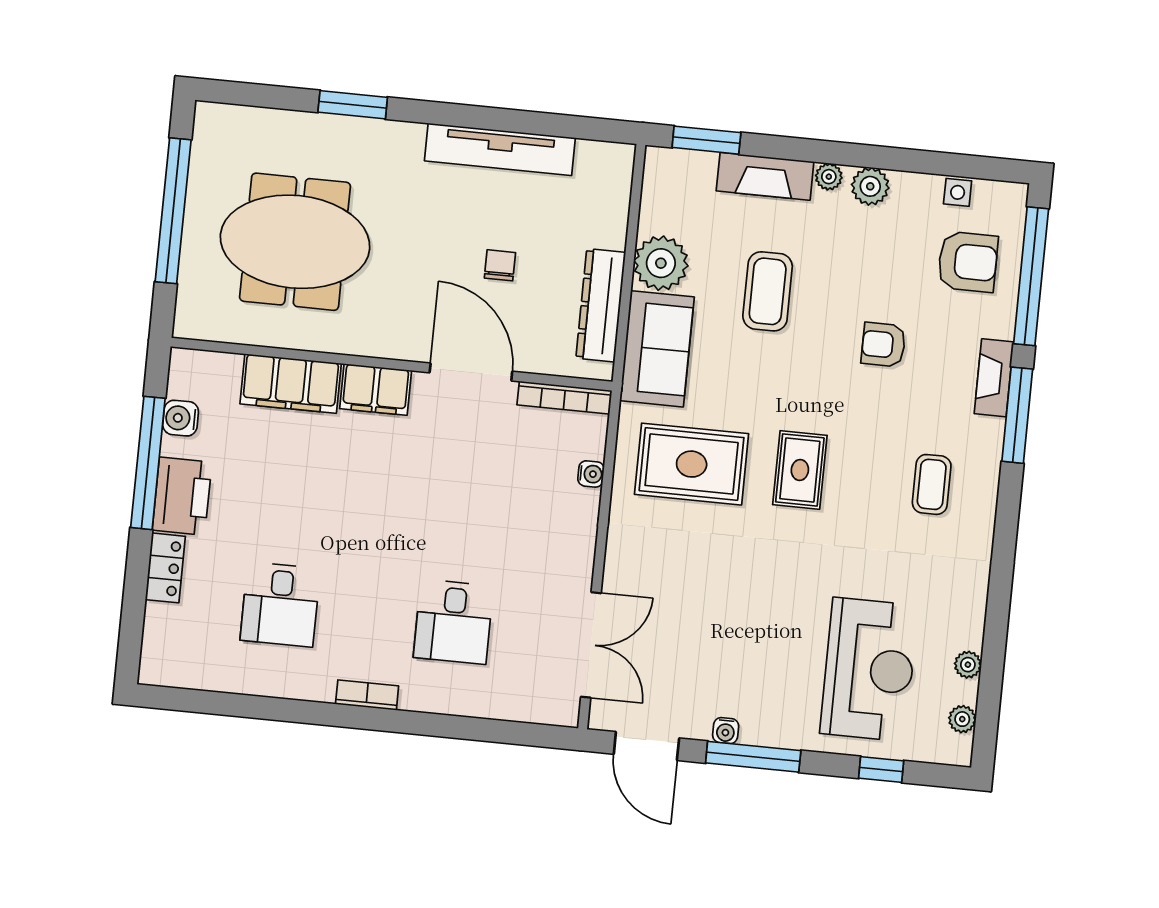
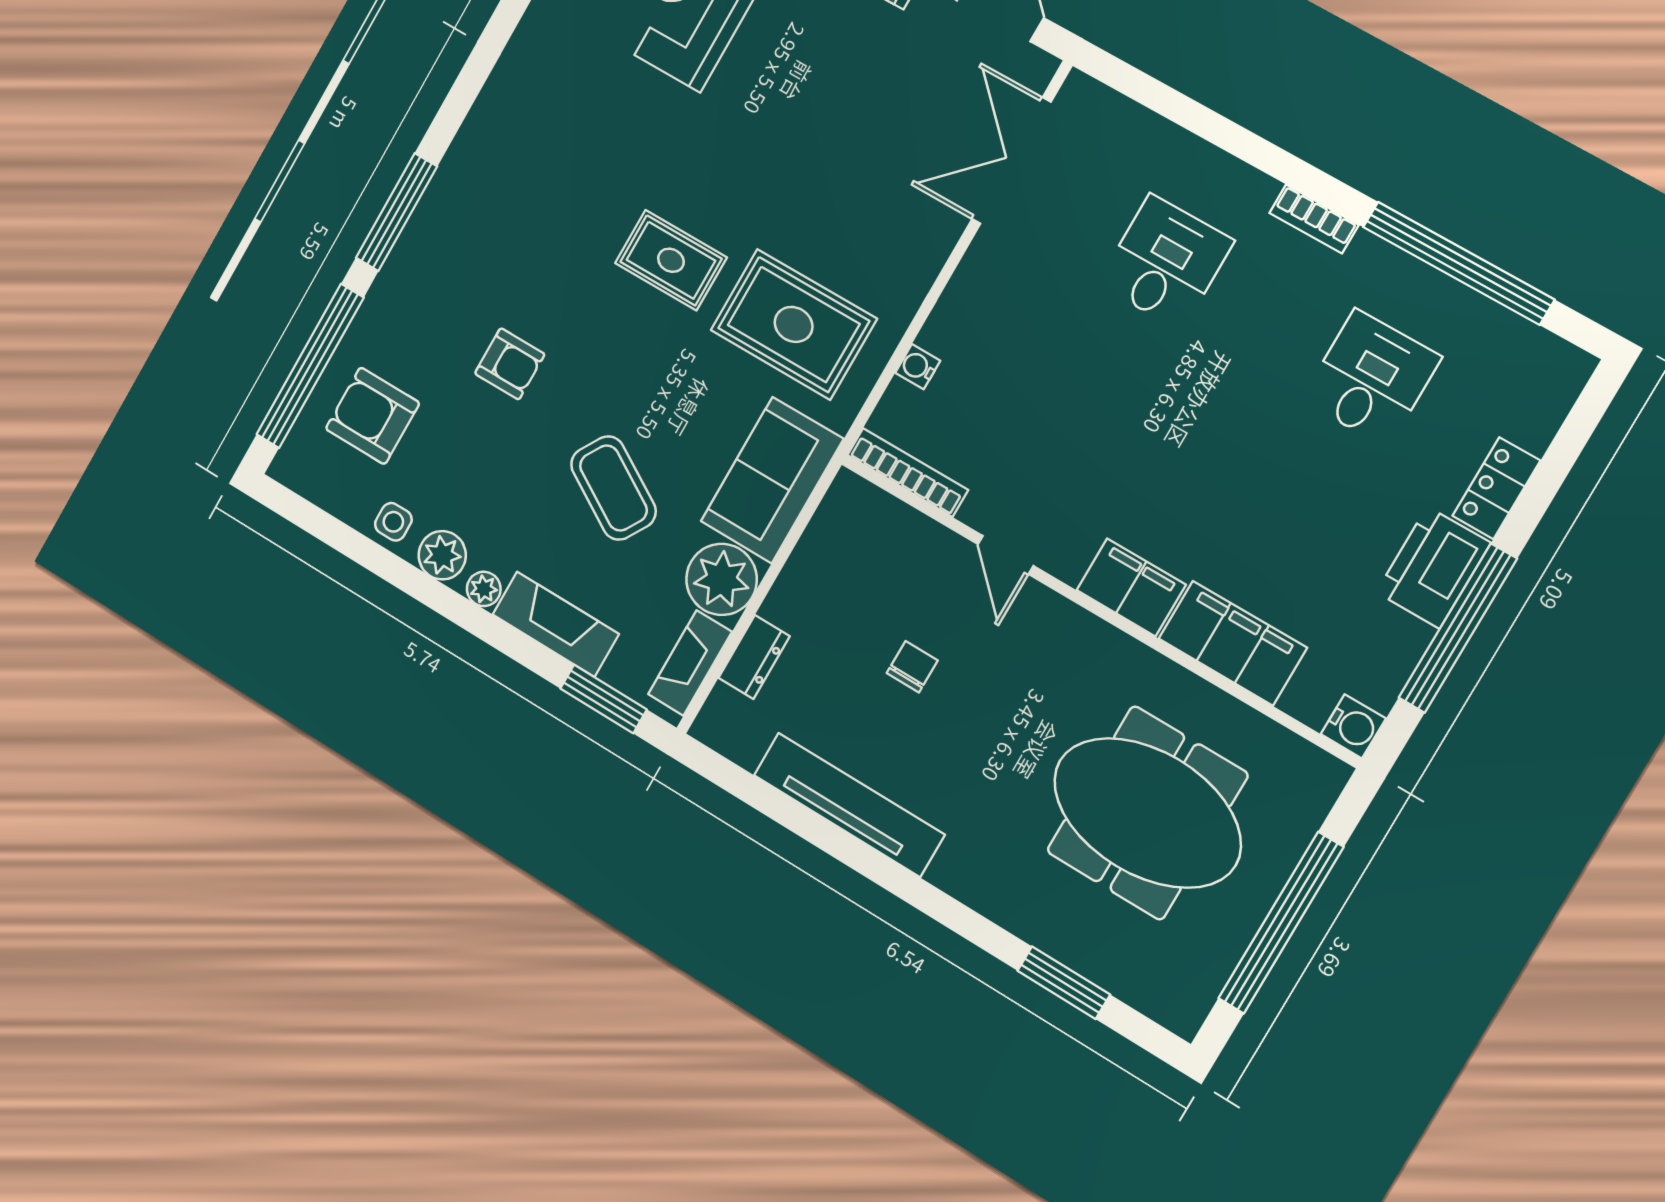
window: (353, 105) -> (1064, 983), moved
side table: (958, 192) -> (393, 522), moved
chair: (500, 265) -> (912, 667), turned 180
coffee table: (768, 291) -> (613, 488), turned -59
dresser: (601, 305) -> (754, 657), moved, width x0.51, depth x0.80
door: (471, 372) -> (1006, 555), width x0.53
fireplace: (994, 378) -> (690, 663), moved, turned 180
water cooler: (181, 418) -> (1353, 726), moved
rug: (800, 470) -> (671, 260), turned 90
coffee table: (932, 484) -> (528, 175), removed
window: (258, 707) -> (1459, 263), added

